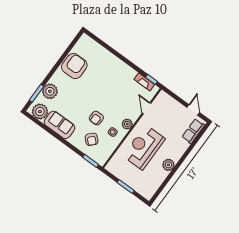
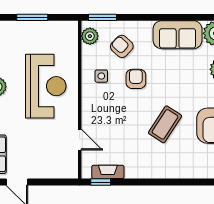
coffee table: (98, 85) -> (165, 124), added
plant: (127, 124) -> (90, 36), moved

